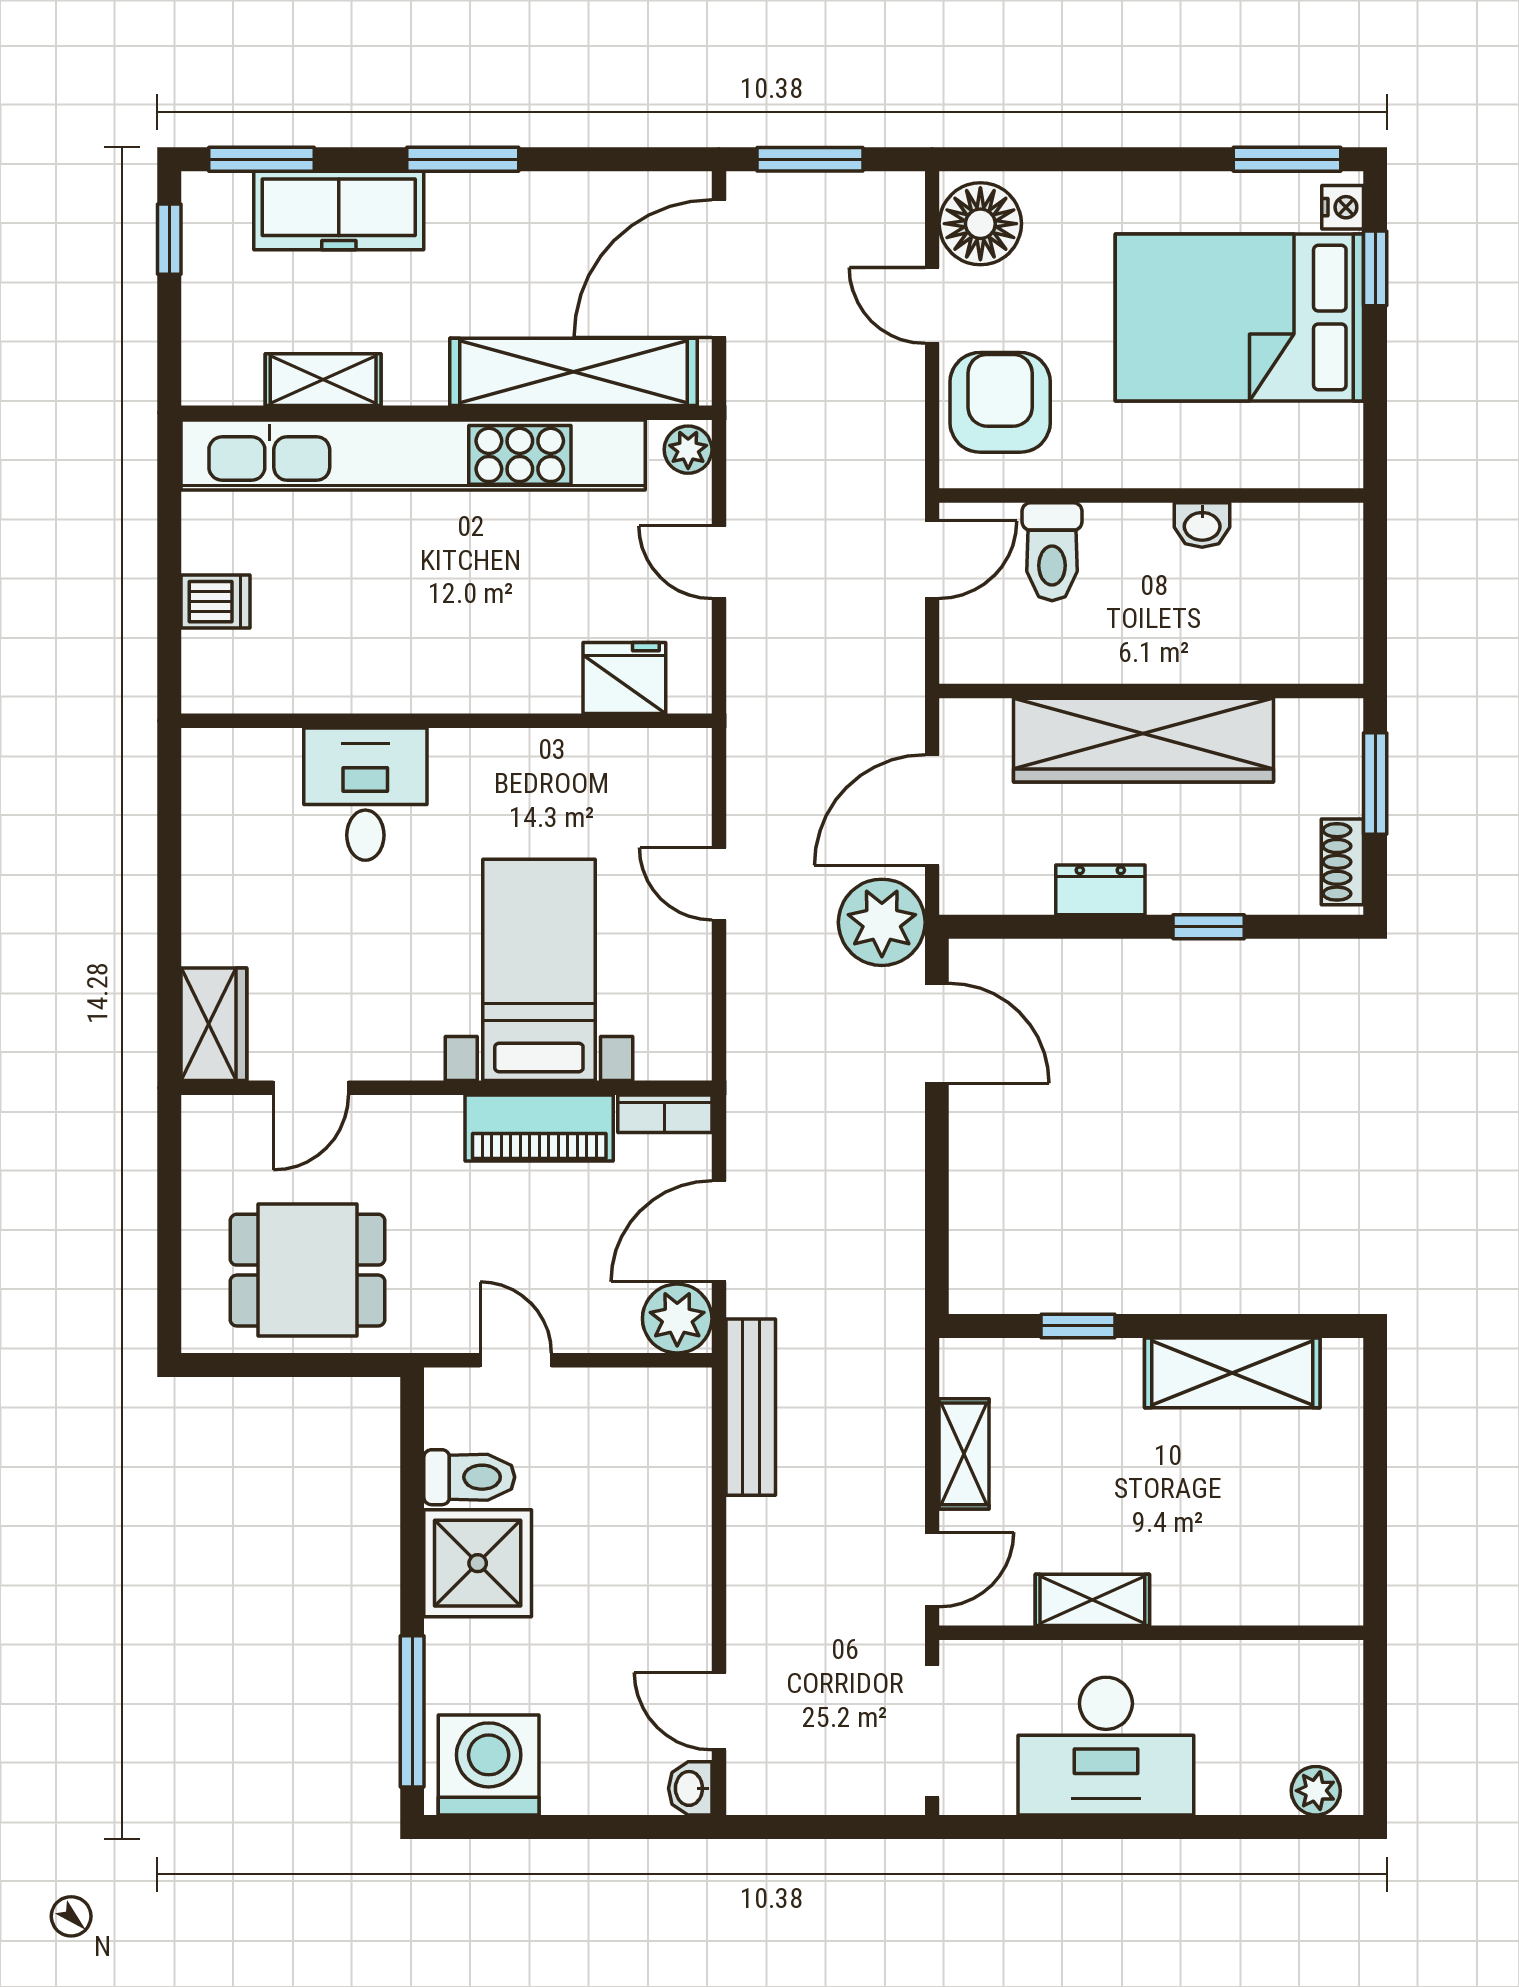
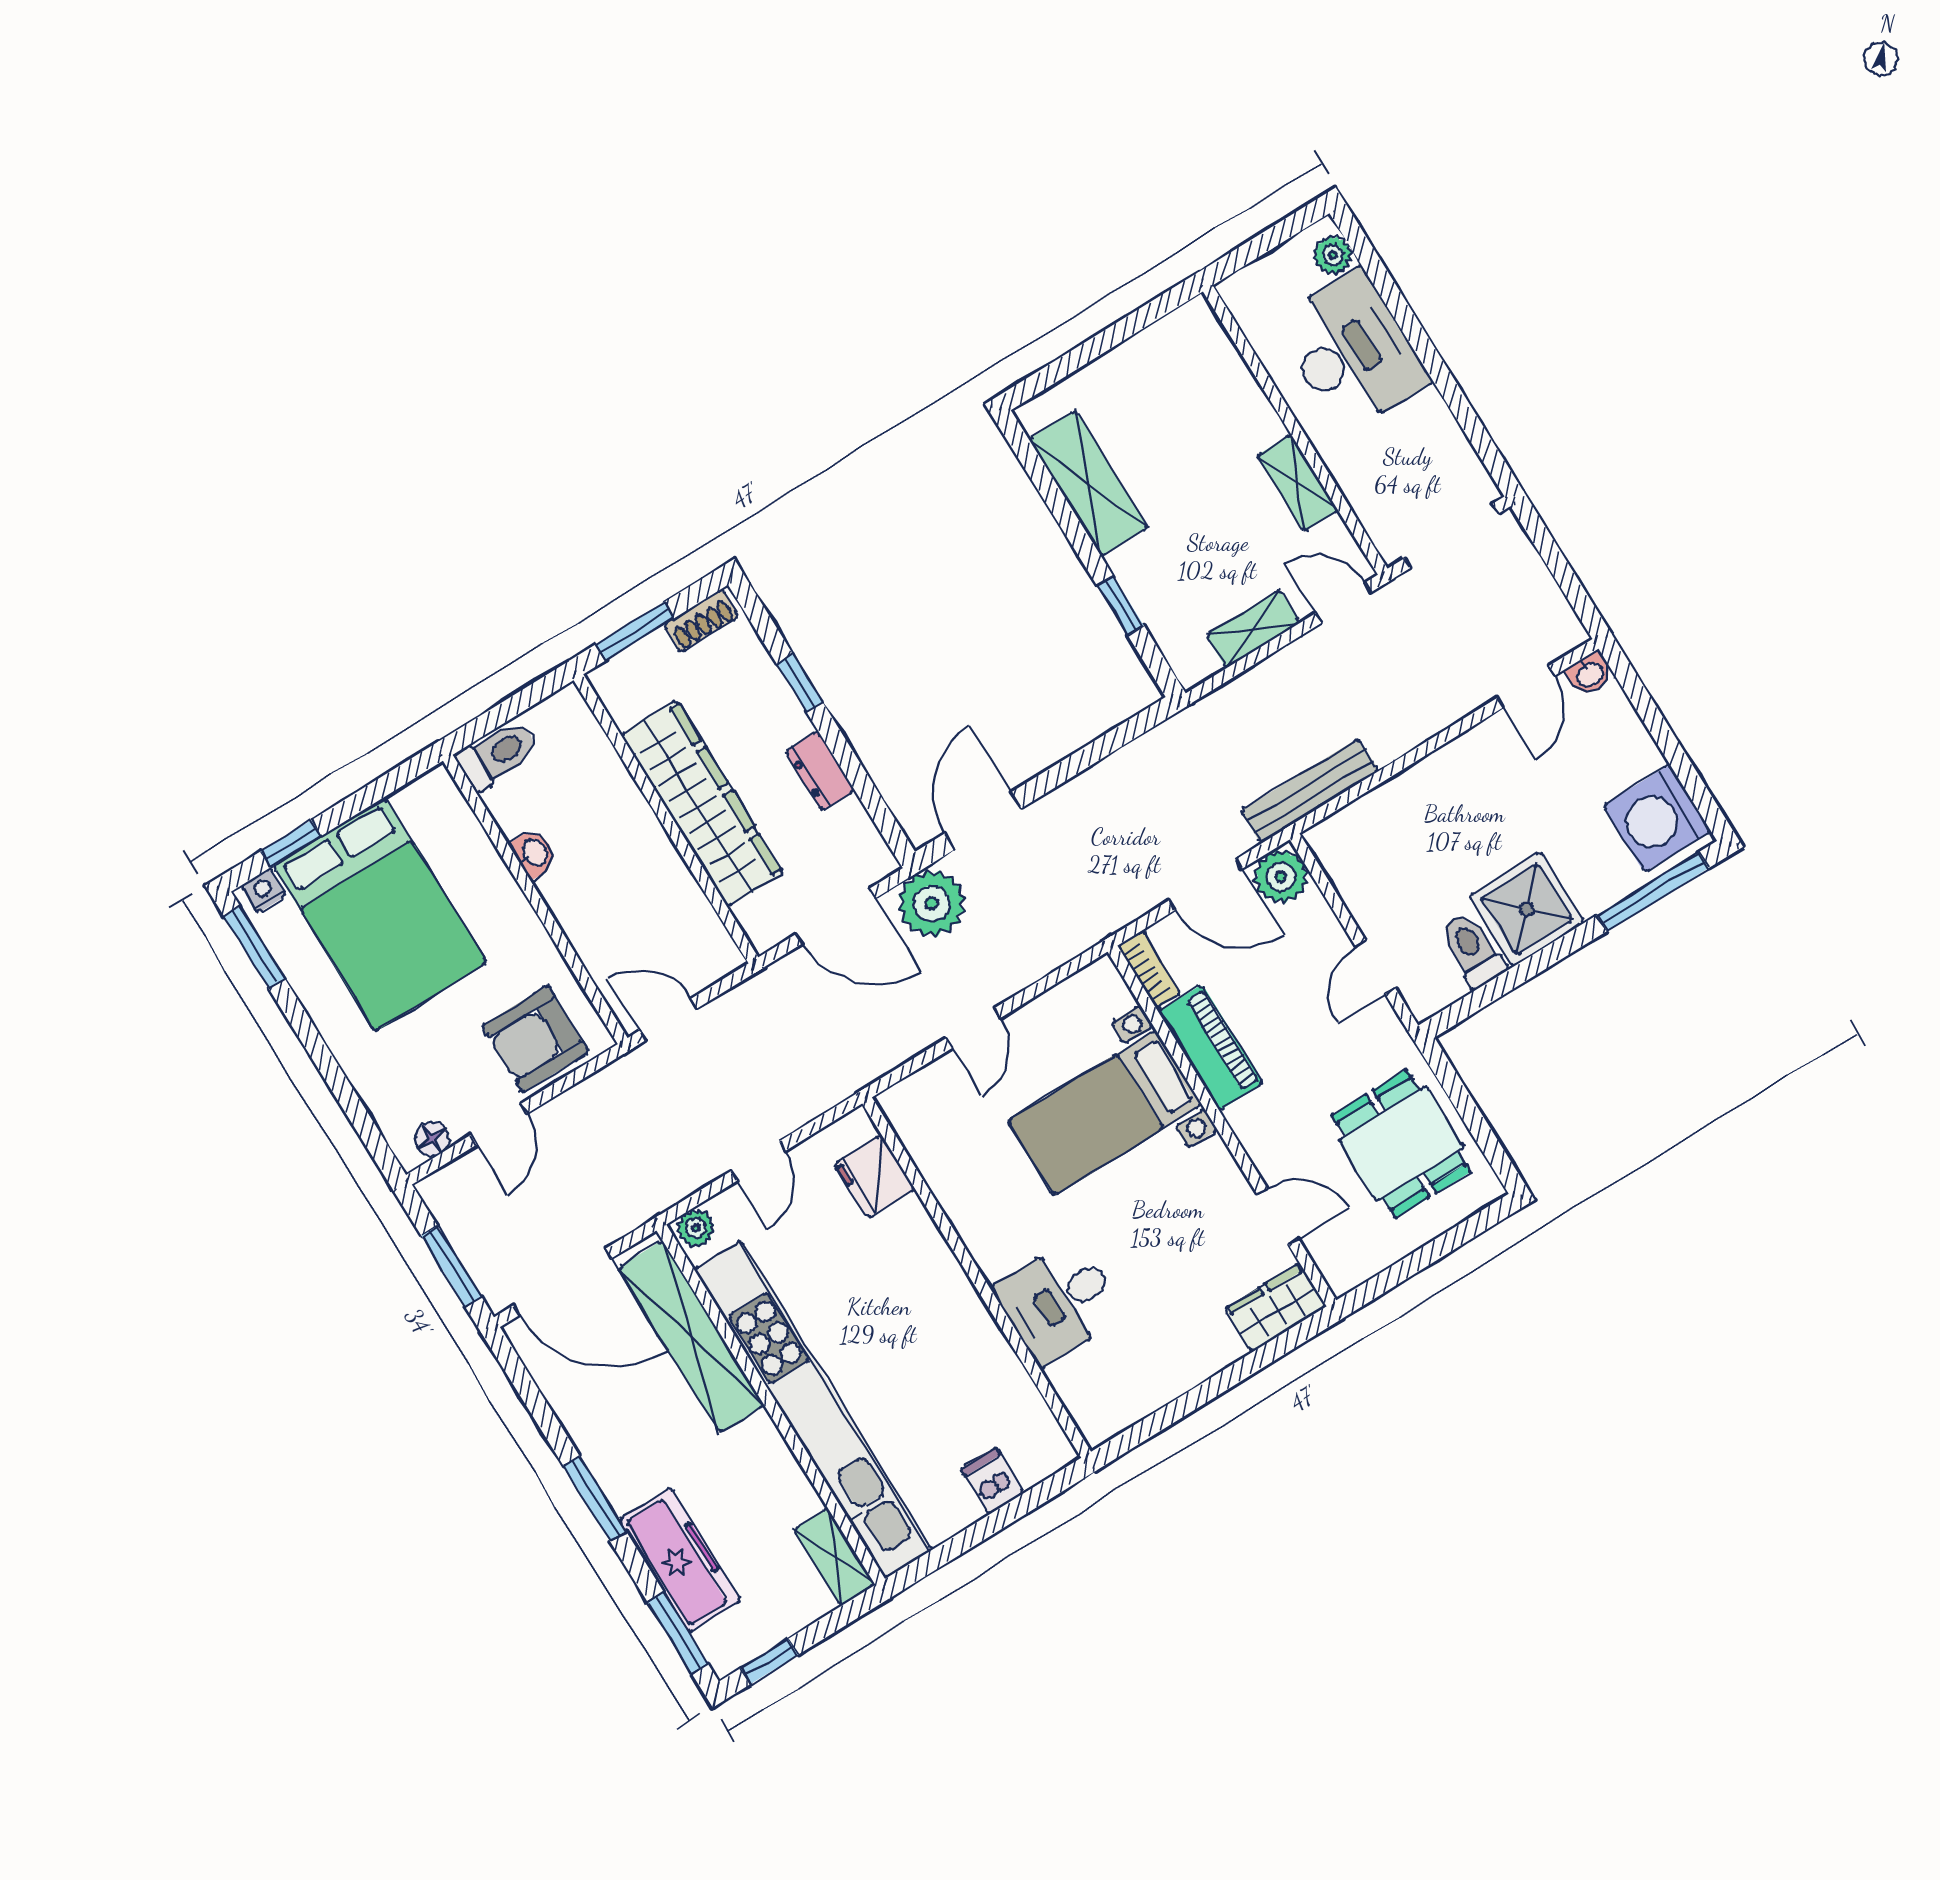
floor lamp: (980, 224) -> (432, 1139), width x0.53, depth x0.53
shelving: (323, 380) -> (834, 1557), moved
toilet: (1052, 552) -> (498, 754), moved
desk: (1106, 1746) -> (1351, 352), moved

